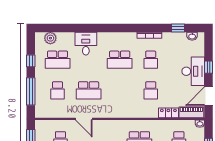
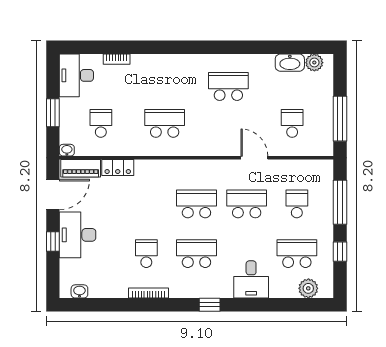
window: (178, 28) -> (210, 305), moved
school desk: (151, 90) -> (196, 204), moved, width x1.85

